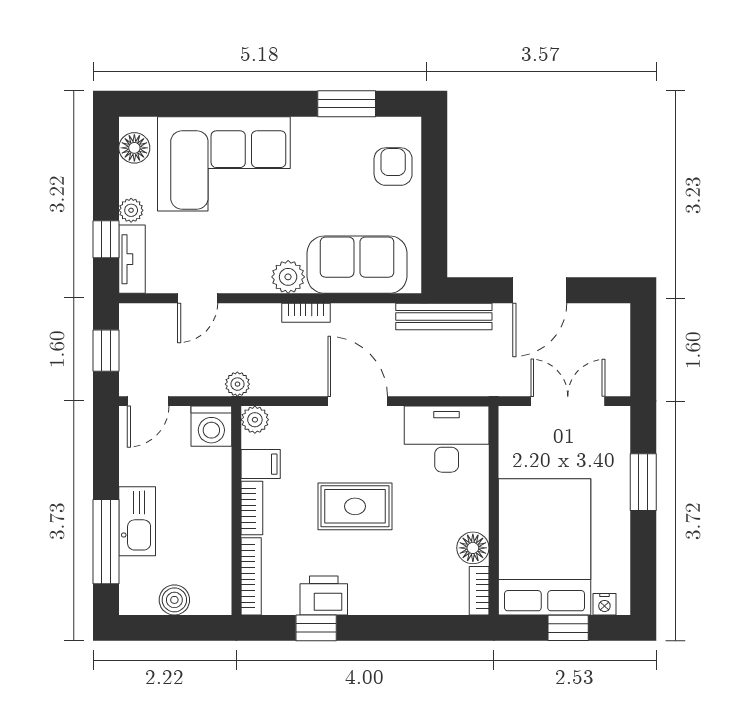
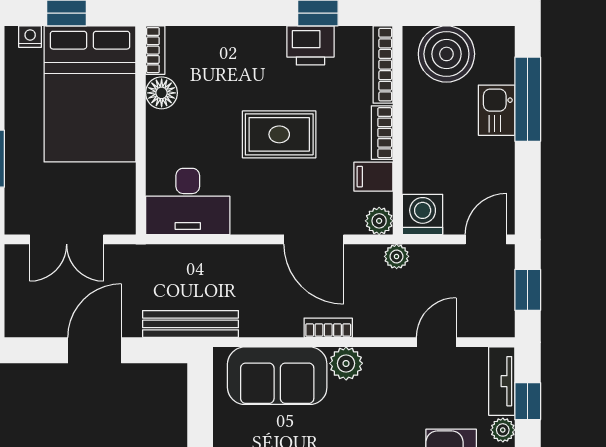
door: (358, 401) -> (314, 239), moved
kitchen sink: (137, 521) -> (497, 110), width x0.73
boiler: (174, 600) -> (446, 54), width x1.86, depth x1.86

